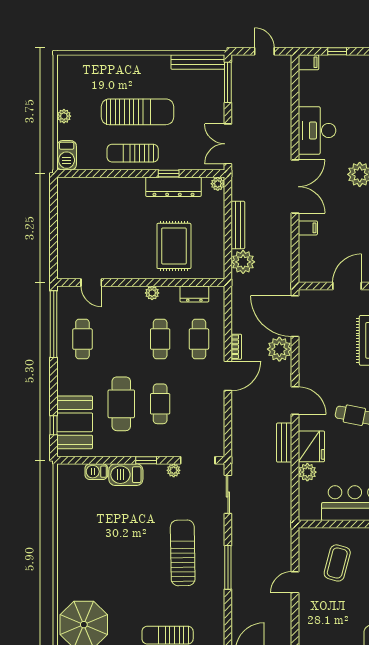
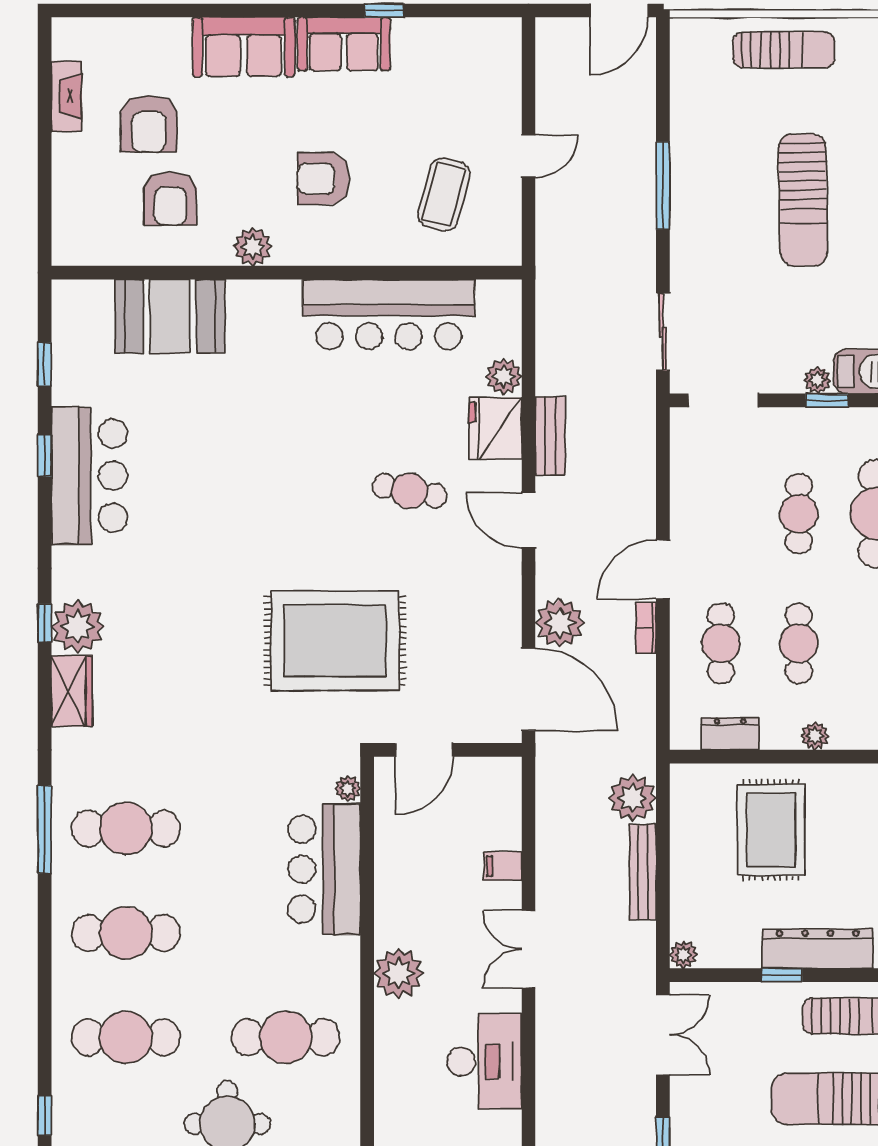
dresser: (173, 187) -> (818, 949), moved
double door: (295, 187) -> (528, 949), width x0.73
plant: (174, 470) -> (817, 380), moved
sun lounger: (183, 553) -> (803, 200), moved

